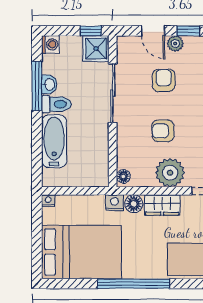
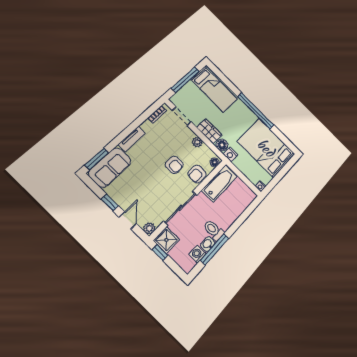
plant: (175, 43) -> (149, 228), moved
washing machine: (50, 44) -> (198, 254), moved
armchair: (164, 80) -> (197, 174), moved
bathtub: (54, 141) -> (219, 183), moved, turned 180
plant: (170, 173) -> (197, 142), width x0.53, depth x0.53

